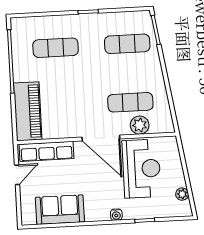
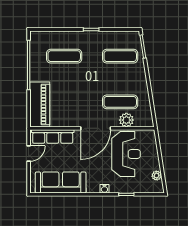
door: (101, 138) -> (96, 128), hinge flipped
sofa: (60, 210) -> (61, 182), width x1.36

